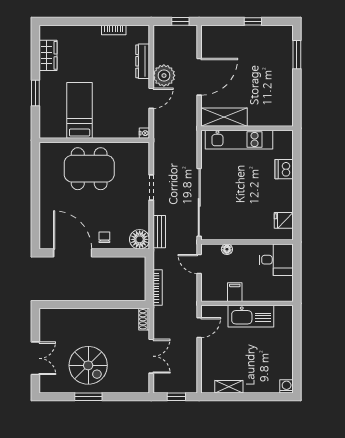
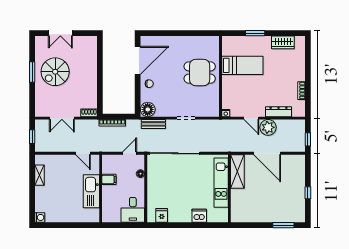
dining table: (89, 169) -> (200, 73), width x0.73

